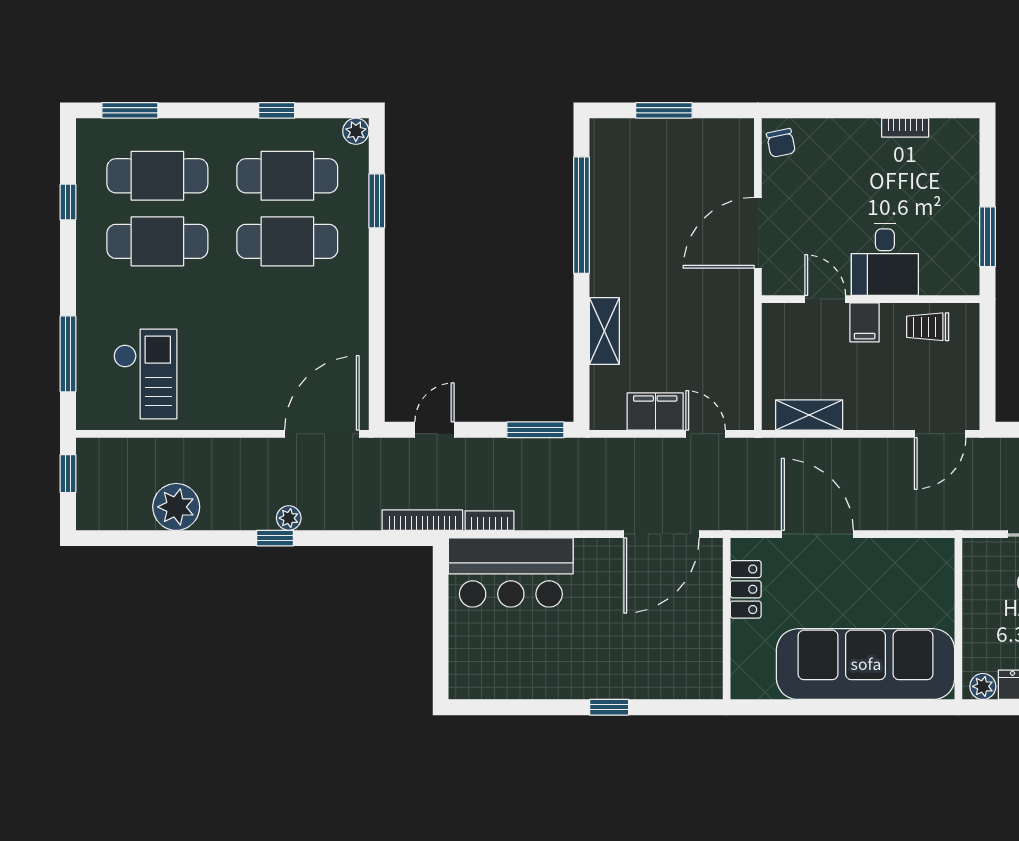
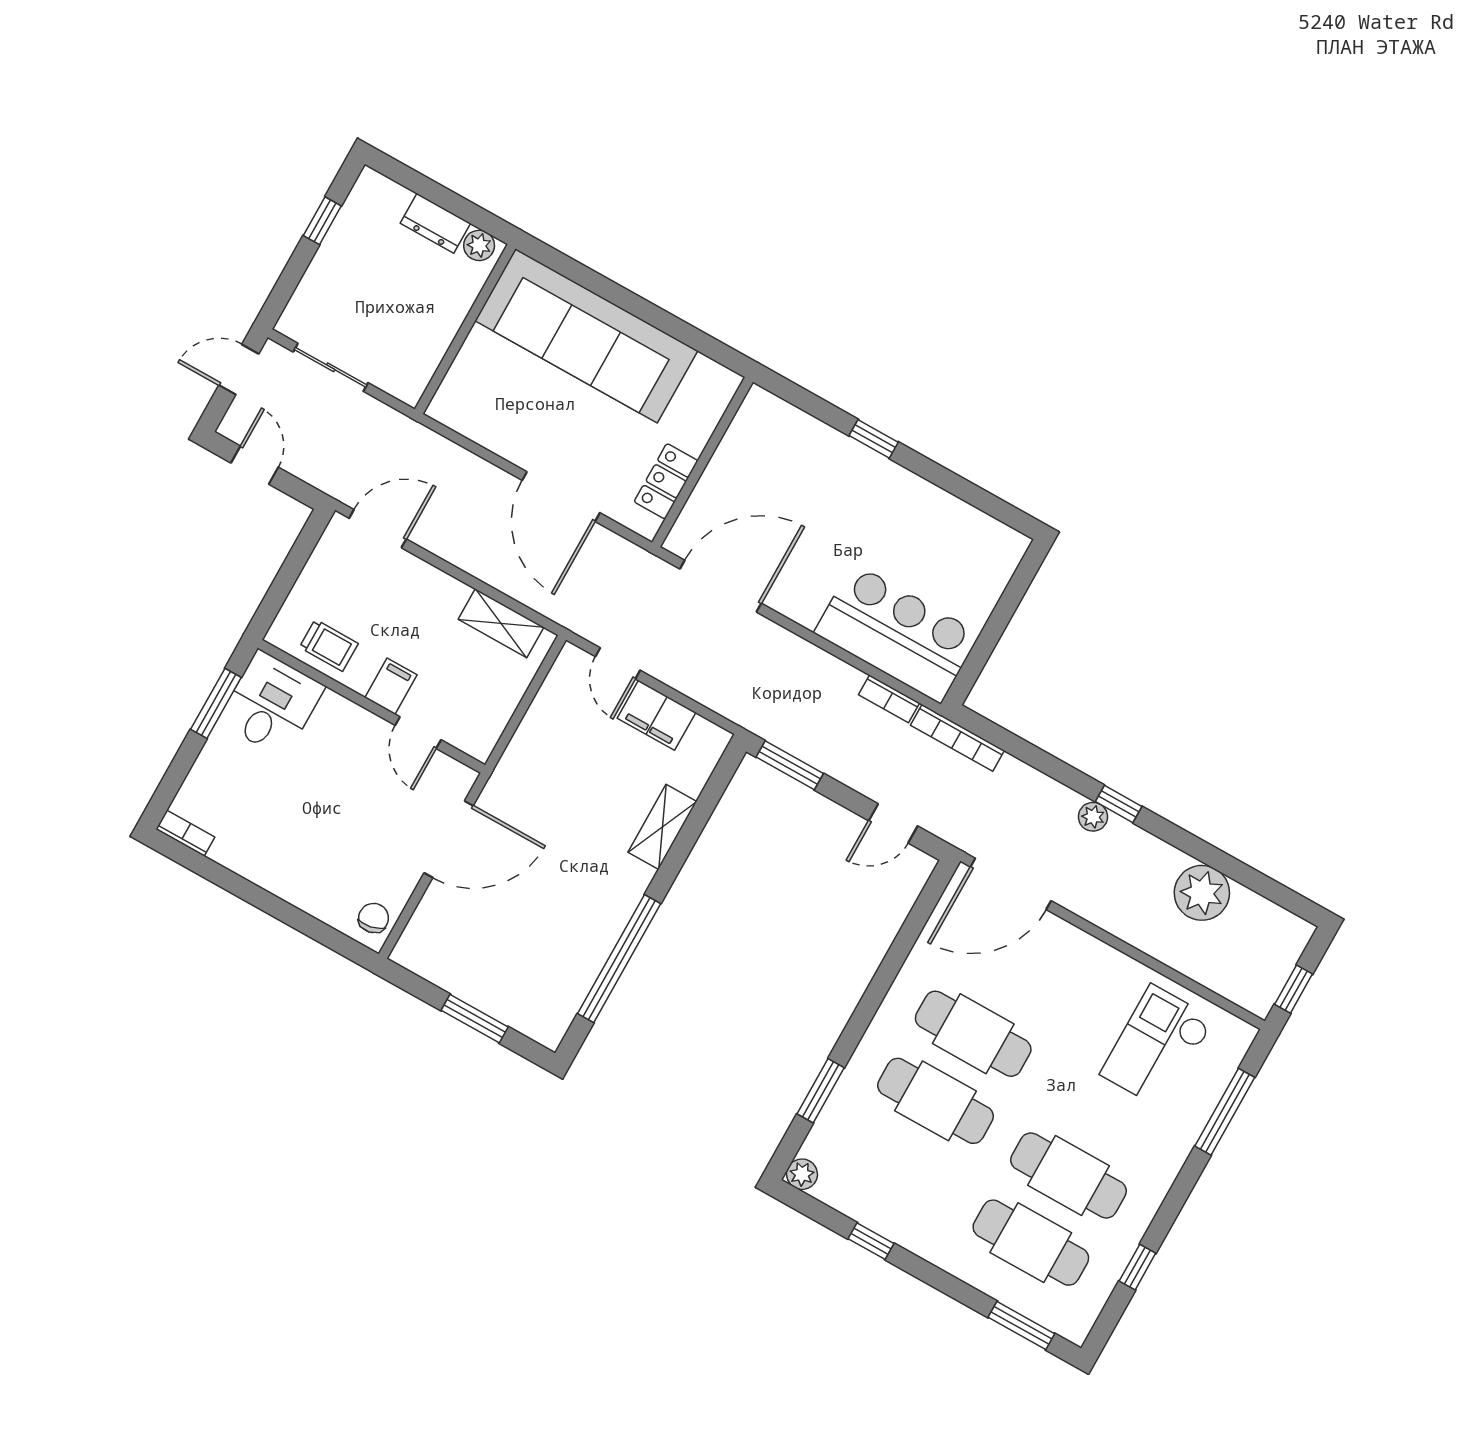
bookcase: (905, 128) -> (185, 833), moved
cafe table: (287, 176) -> (973, 1034), moved
desk: (885, 259) -> (271, 704), moved

